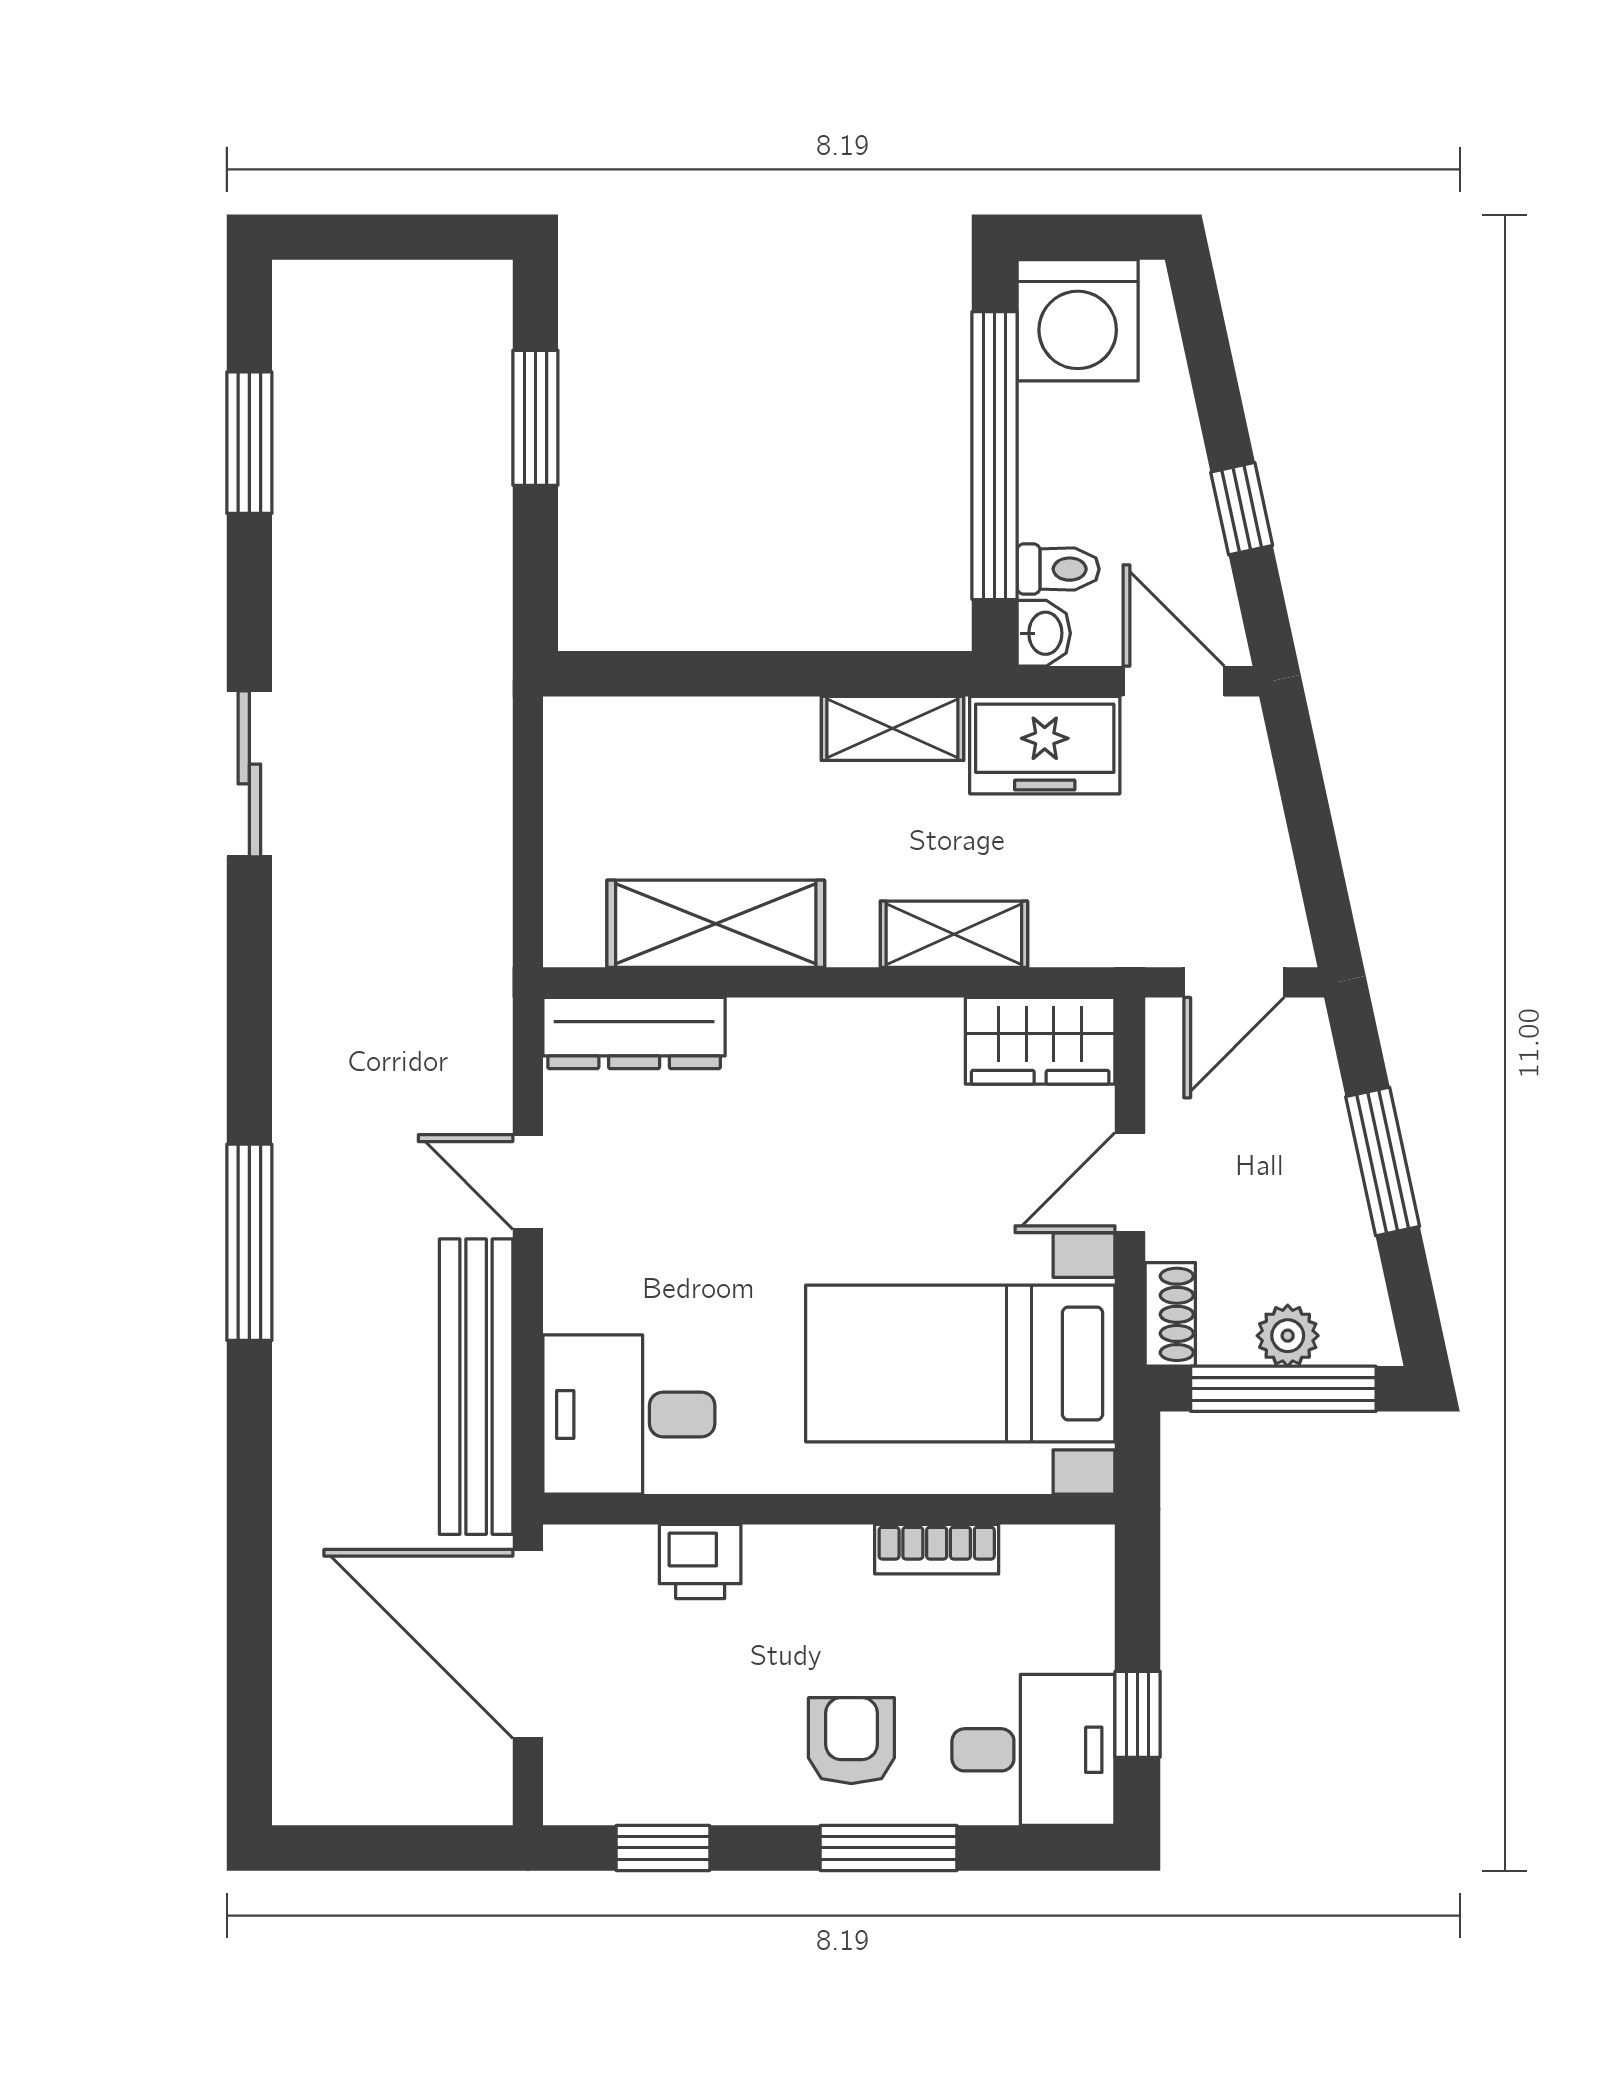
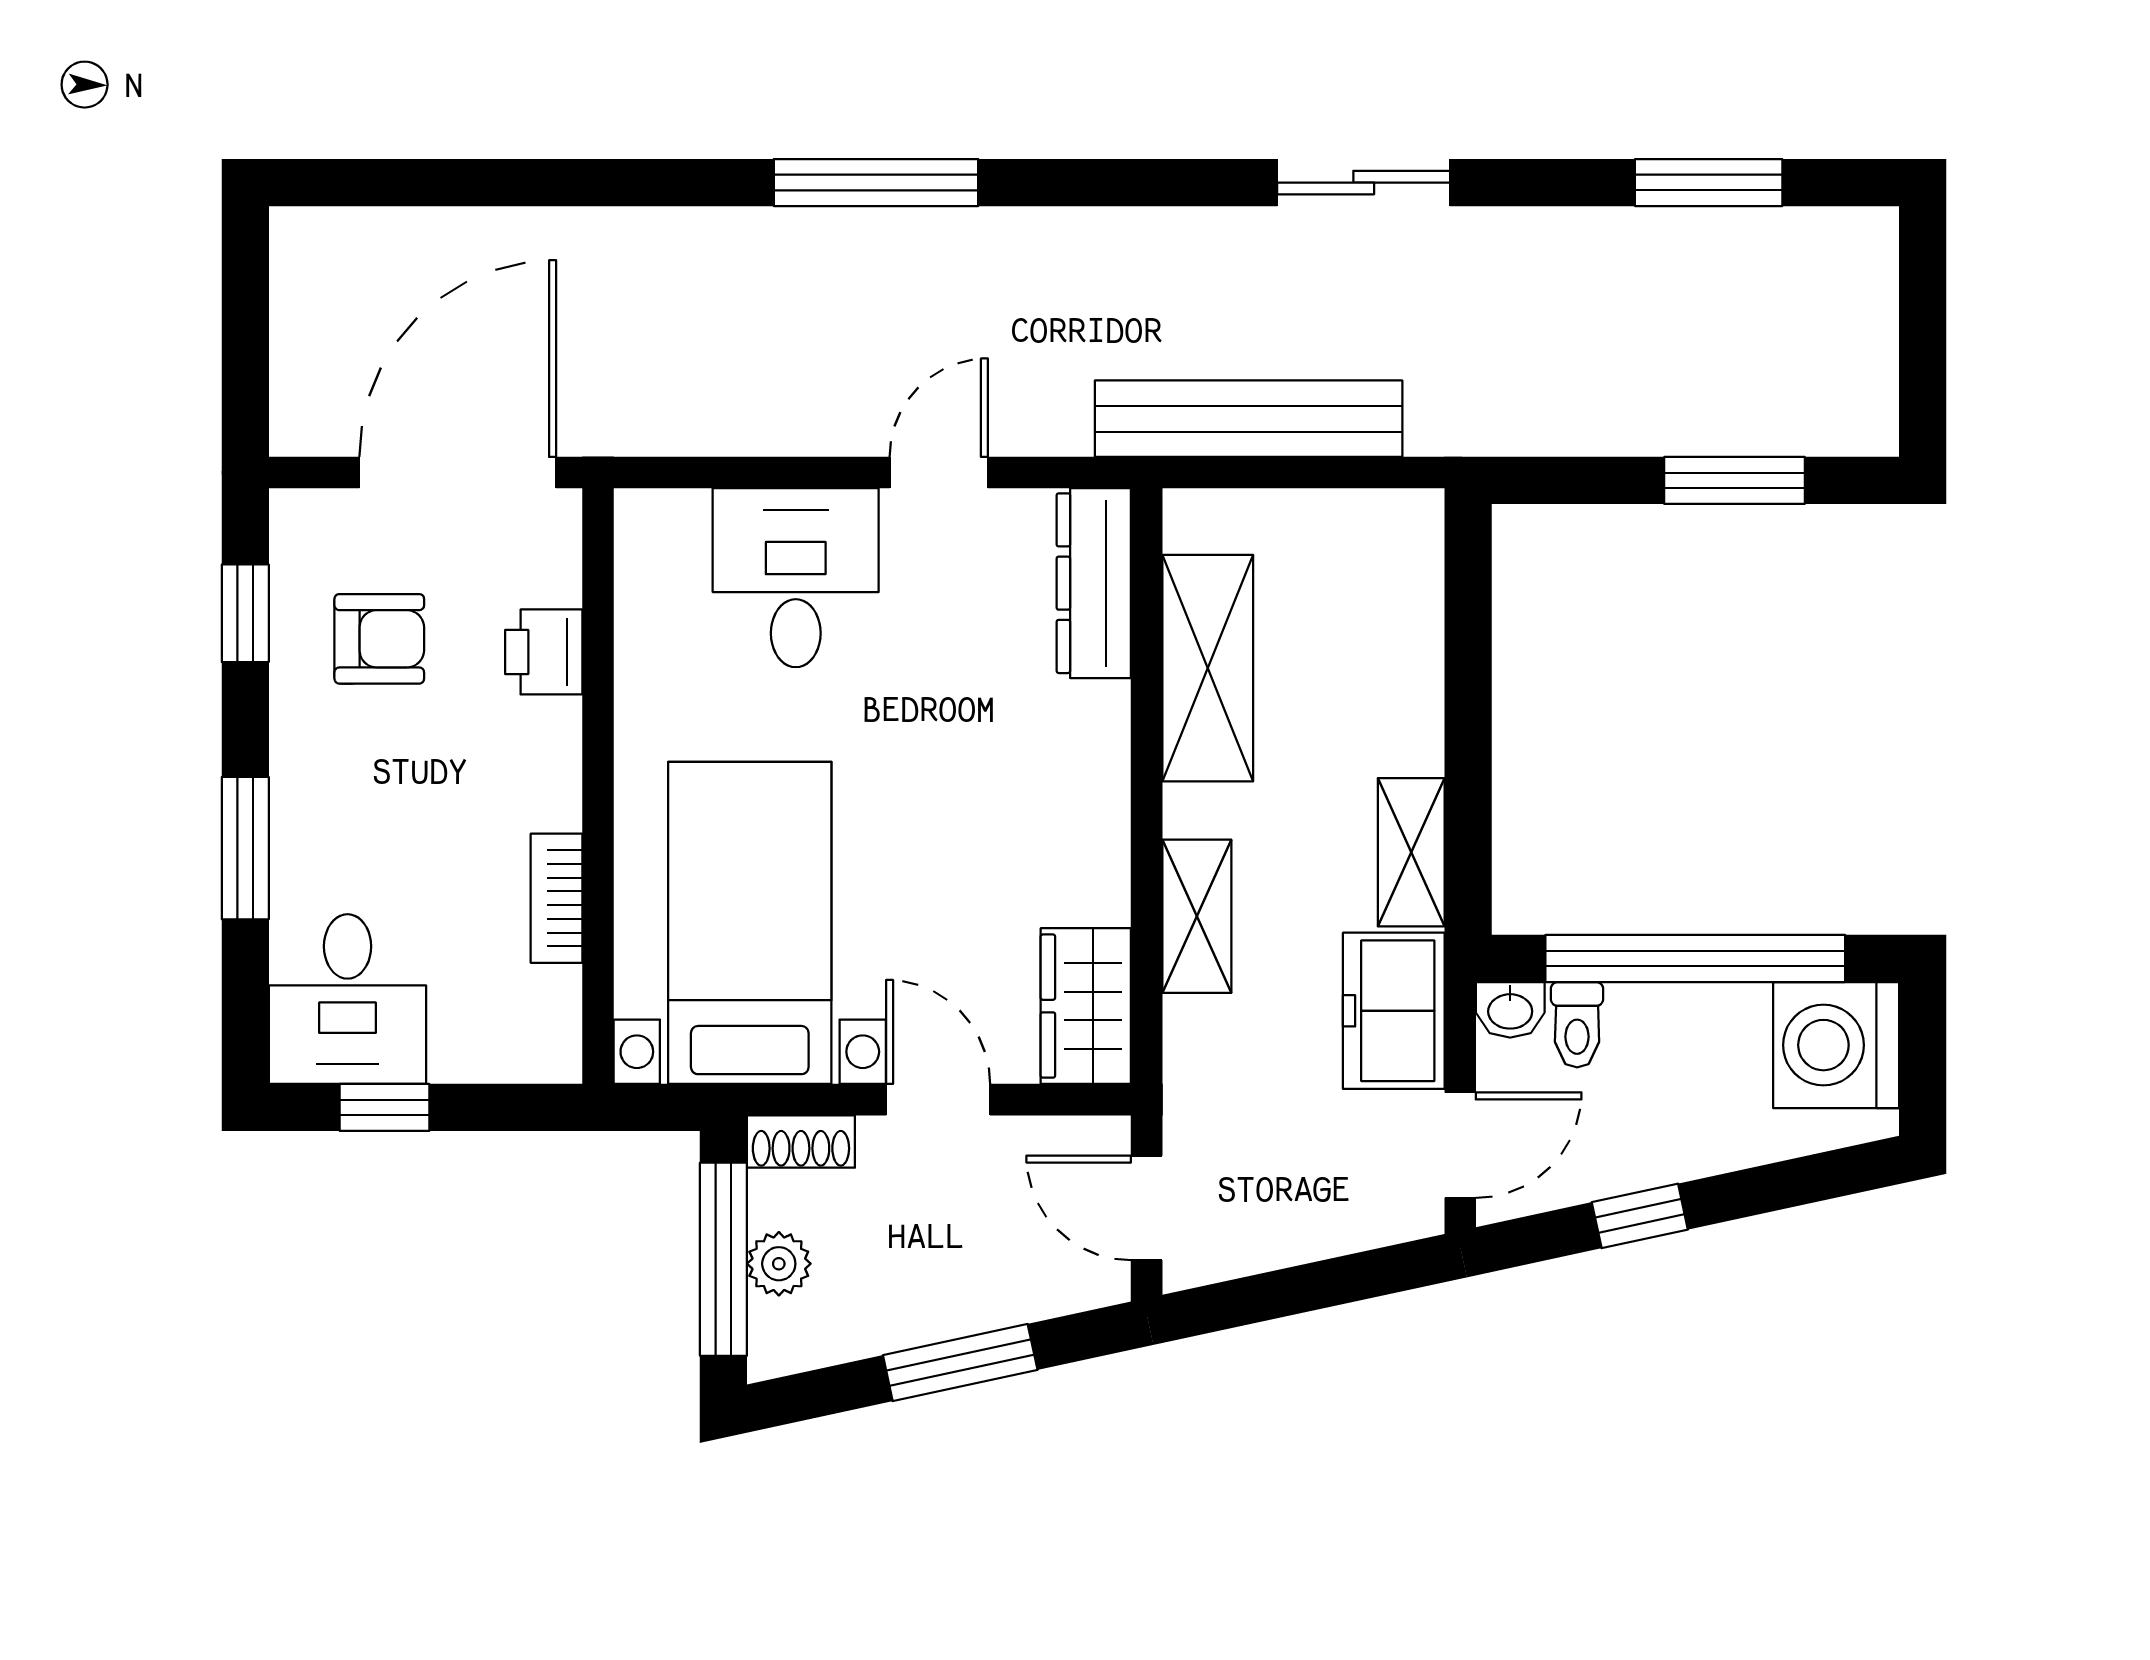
bench: (476, 1387) -> (1249, 419), moved
desk: (629, 1414) -> (796, 578), moved
armchair: (851, 1741) -> (379, 639), moved

